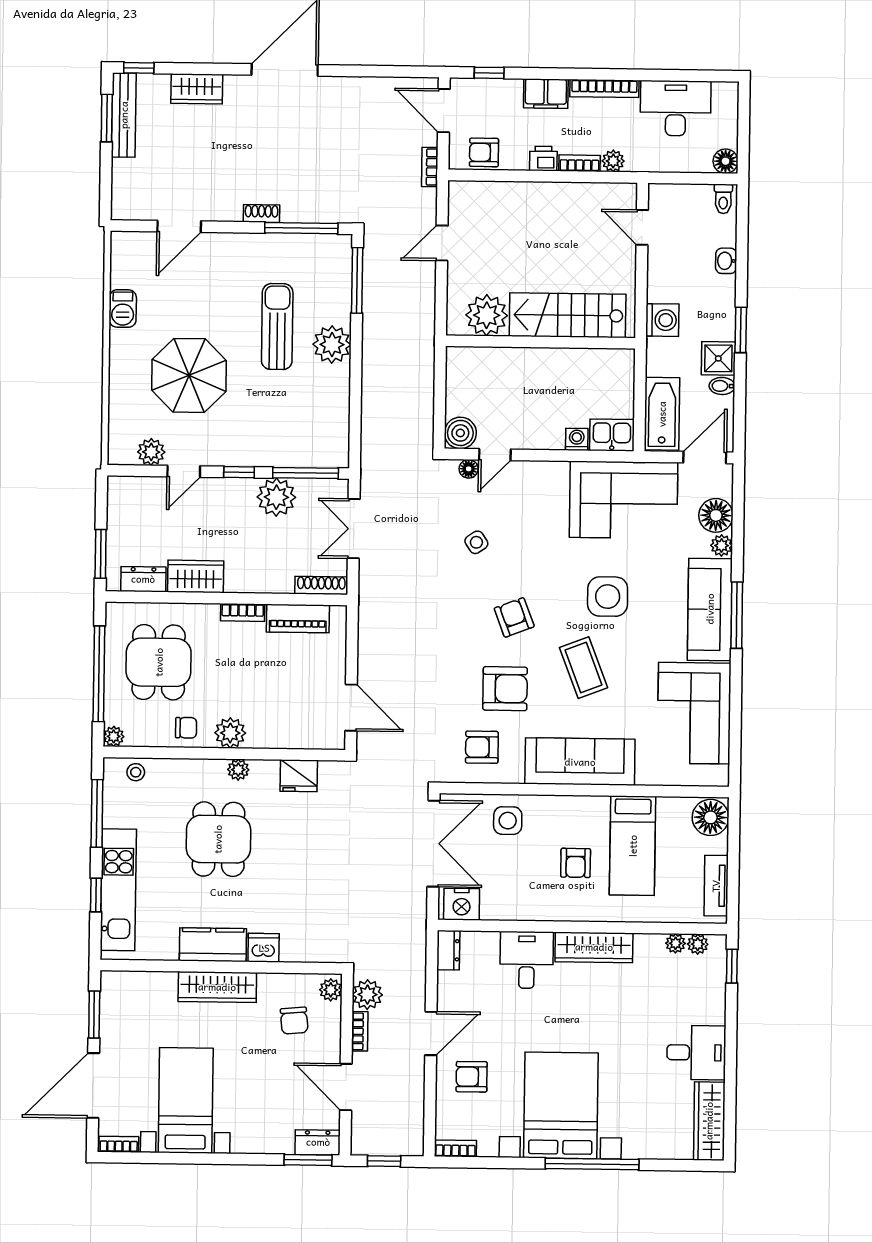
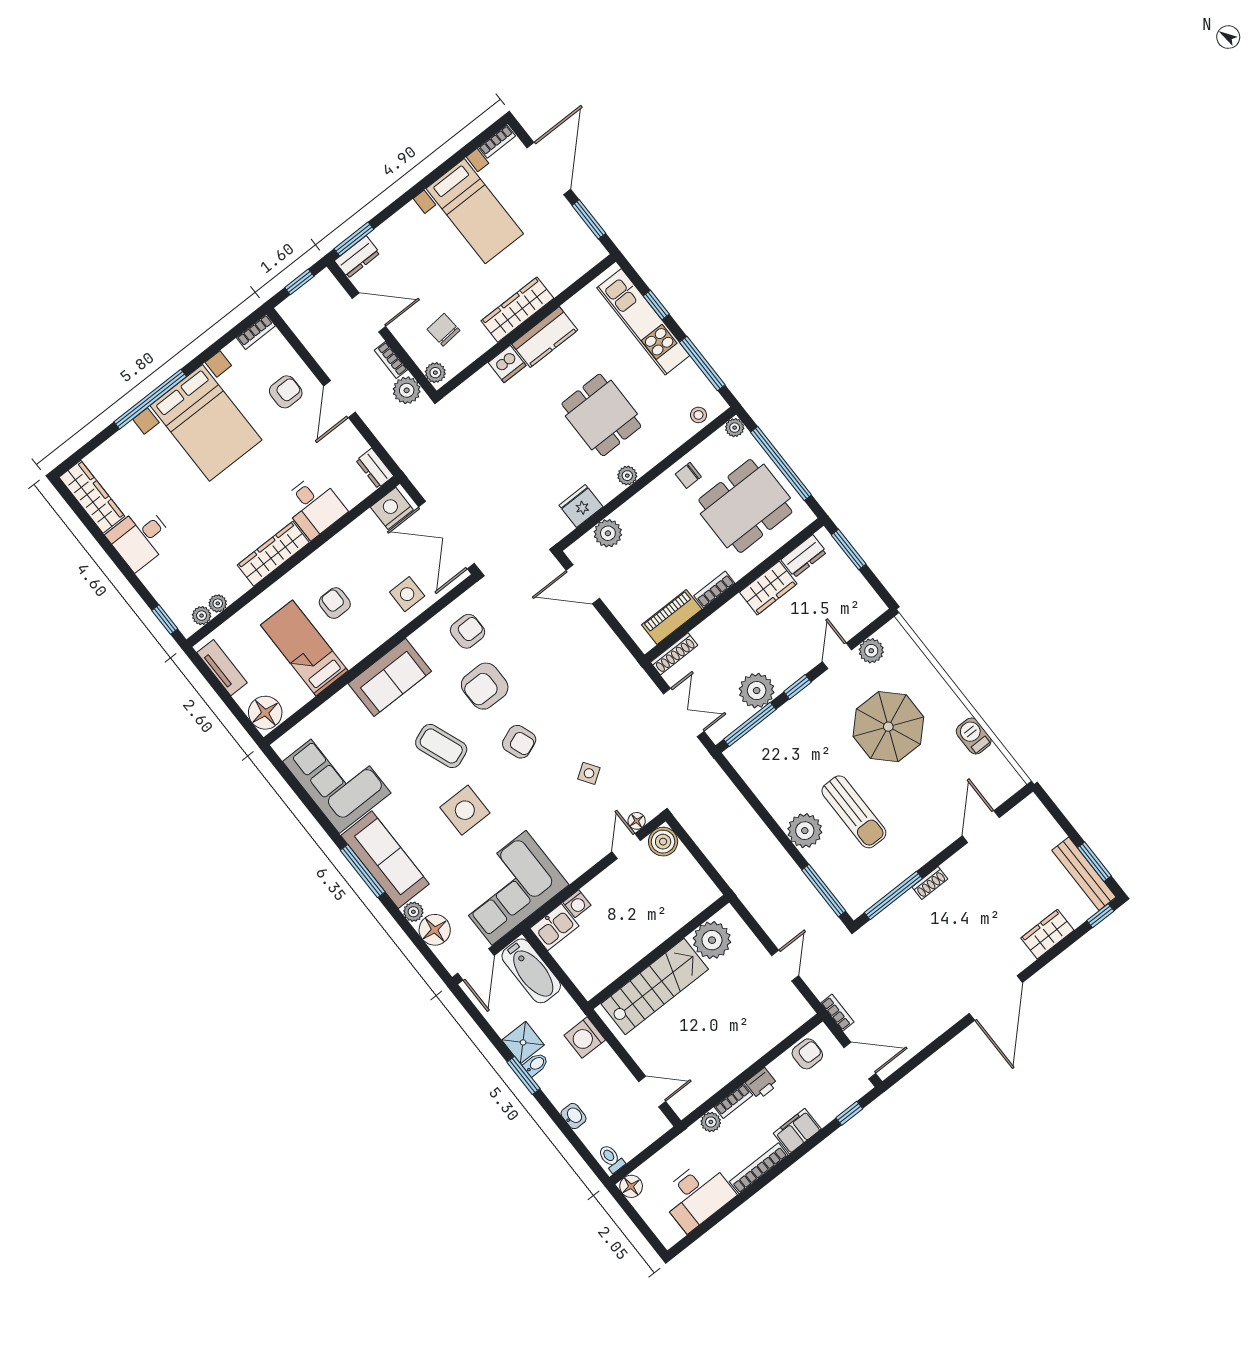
bidet: (722, 386) -> (536, 1064), moved
dining table: (159, 662) -> (745, 506), width x1.38
plant: (230, 733) -> (608, 533), moved
sofa: (580, 762) -> (390, 677), width x0.73

